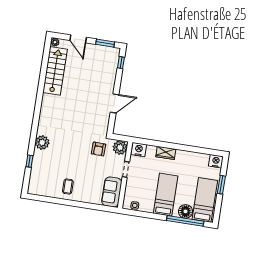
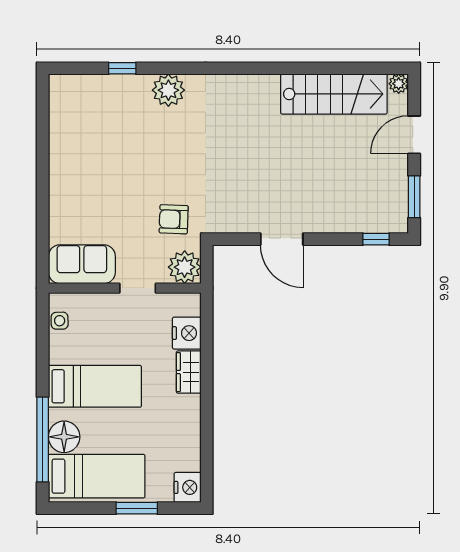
nightstand: (139, 150) -> (187, 333), moved
coffee table: (68, 187) -> (79, 164), removed

